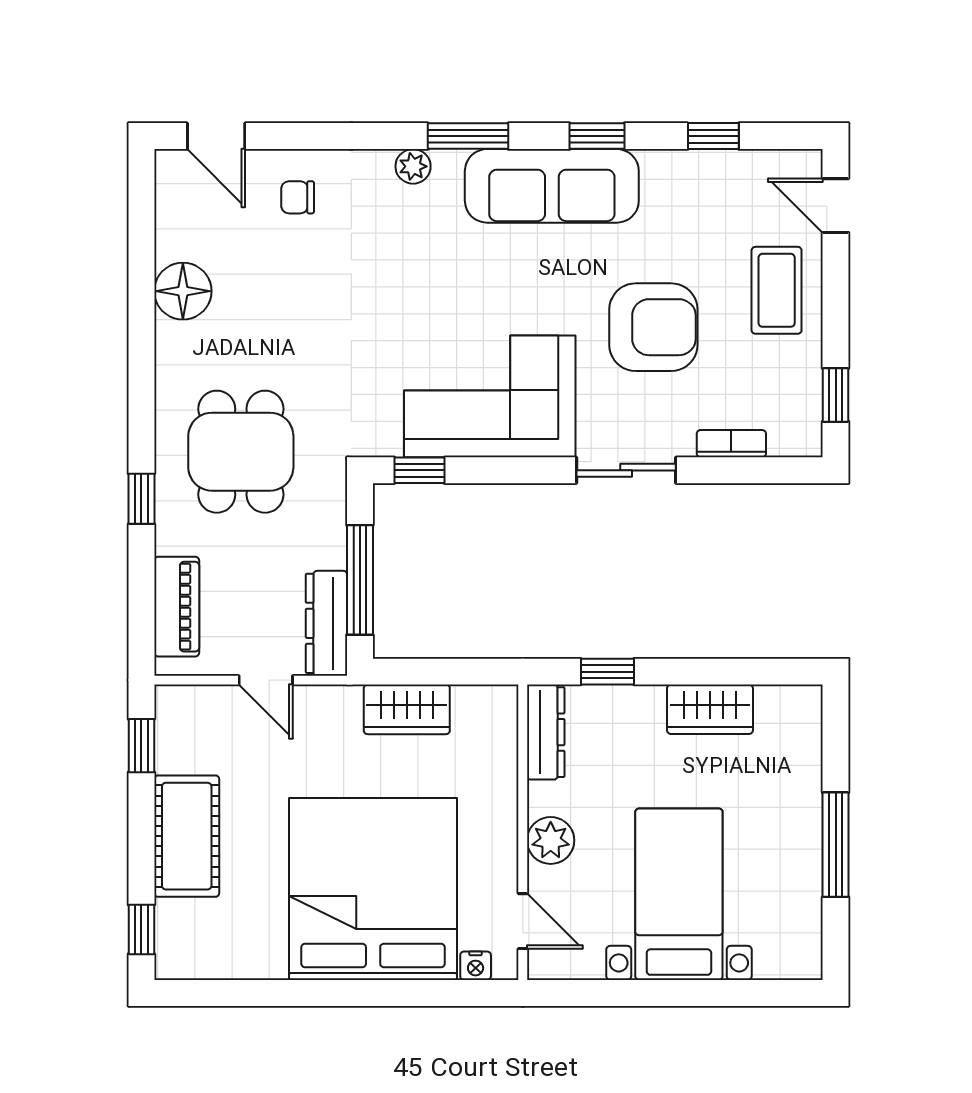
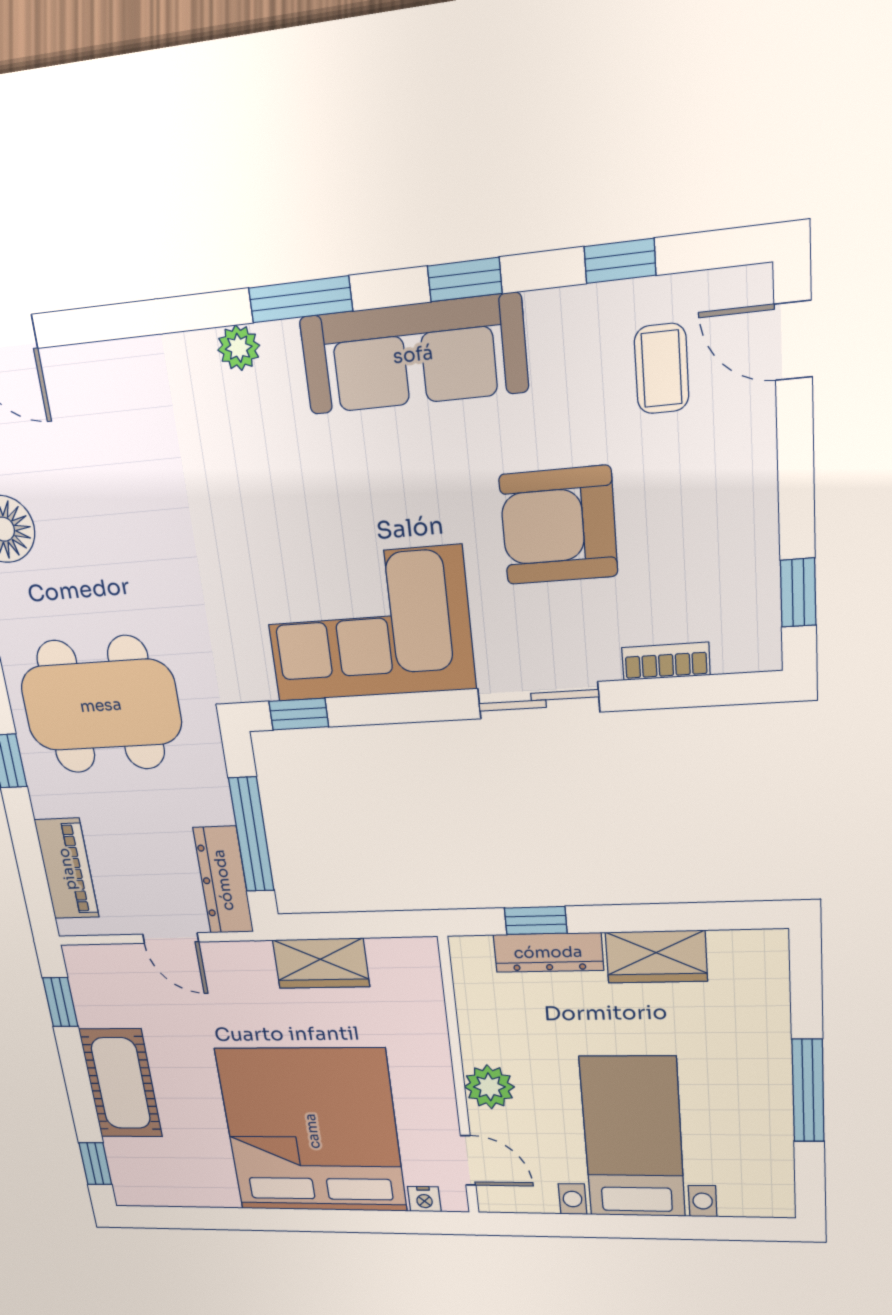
chair: (298, 197) -> (109, 403), removed
coffee table: (777, 290) -> (662, 369), moved, width x0.73, depth x0.77
armchair: (653, 327) -> (558, 526), turned 180
dining table: (241, 452) -> (101, 705), width x1.38
dresser: (546, 732) -> (548, 952), moved, turned 90

